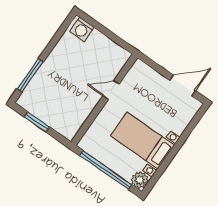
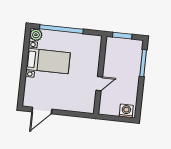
door: (111, 90) -> (99, 84), moved
wall: (104, 100) -> (100, 75), moved

